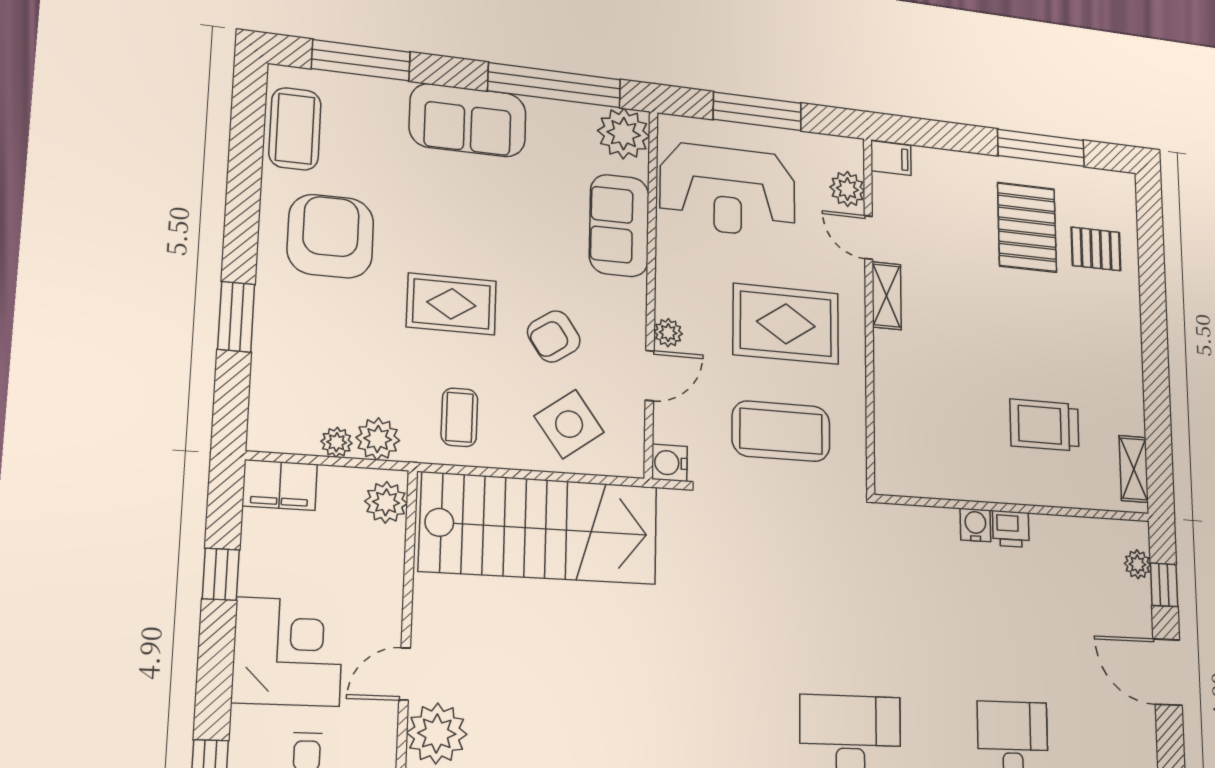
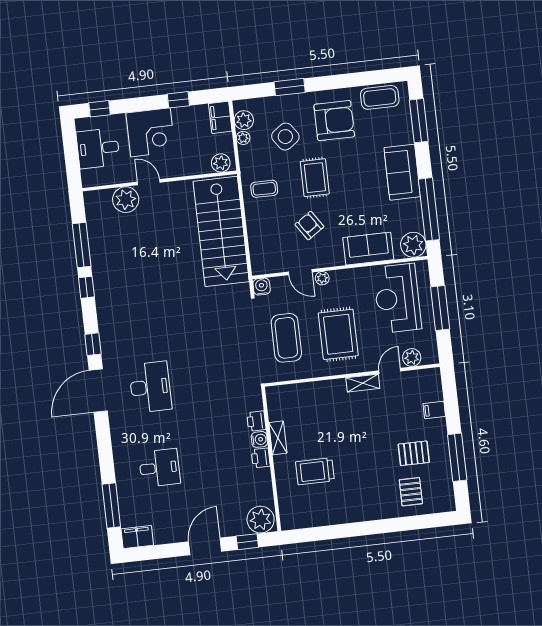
filing cabinet: (891, 158) -> (434, 410), moved, turned 90
pallet: (1027, 227) -> (414, 453), width x0.67, depth x0.71
side table: (569, 424) -> (285, 137), moved
trolley: (1045, 425) -> (315, 471), turned -90
plant: (378, 439) -> (244, 120), moved
shelving: (1134, 469) -> (278, 438), moved, turned 90
printer: (939, 525) -> (256, 421), added
plant: (1138, 564) -> (261, 520), width x1.87, depth x1.87

